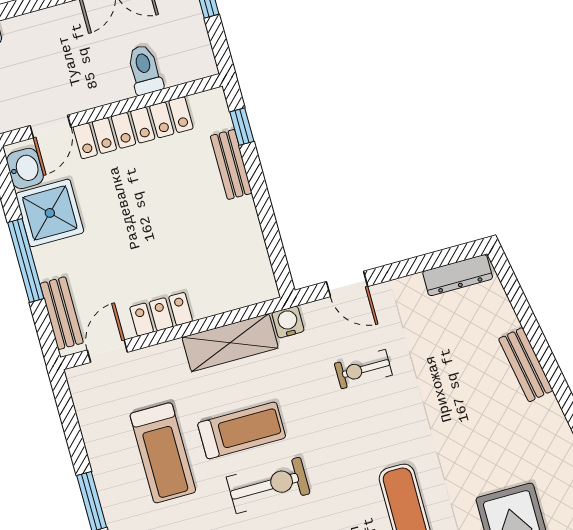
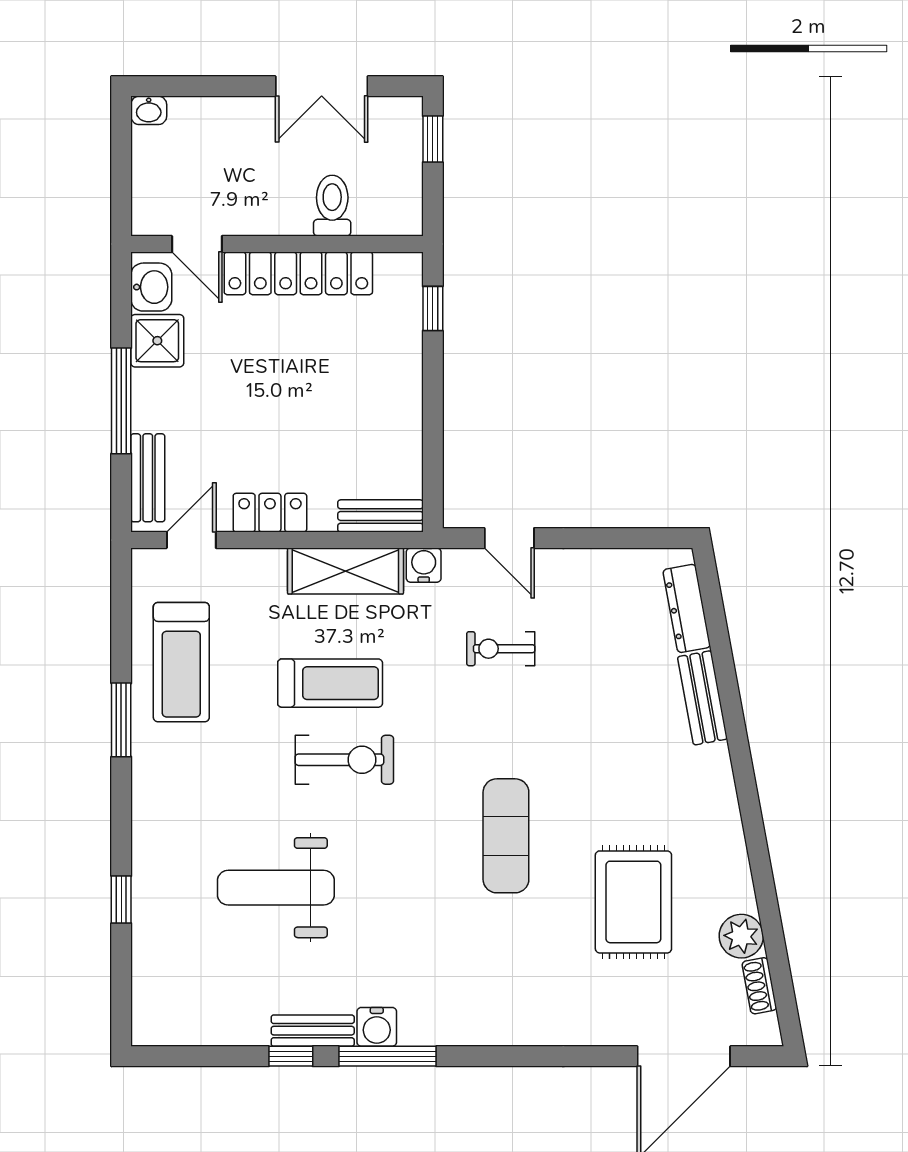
door: (51, 127) -> (197, 244), hinge flipped
bench: (231, 164) -> (380, 516), moved, turned 90
shower: (50, 213) -> (157, 341), width x0.73, depth x0.73
dresser: (458, 275) -> (687, 608), moved, turned 80
treadmill: (163, 453) -> (181, 662), moved

